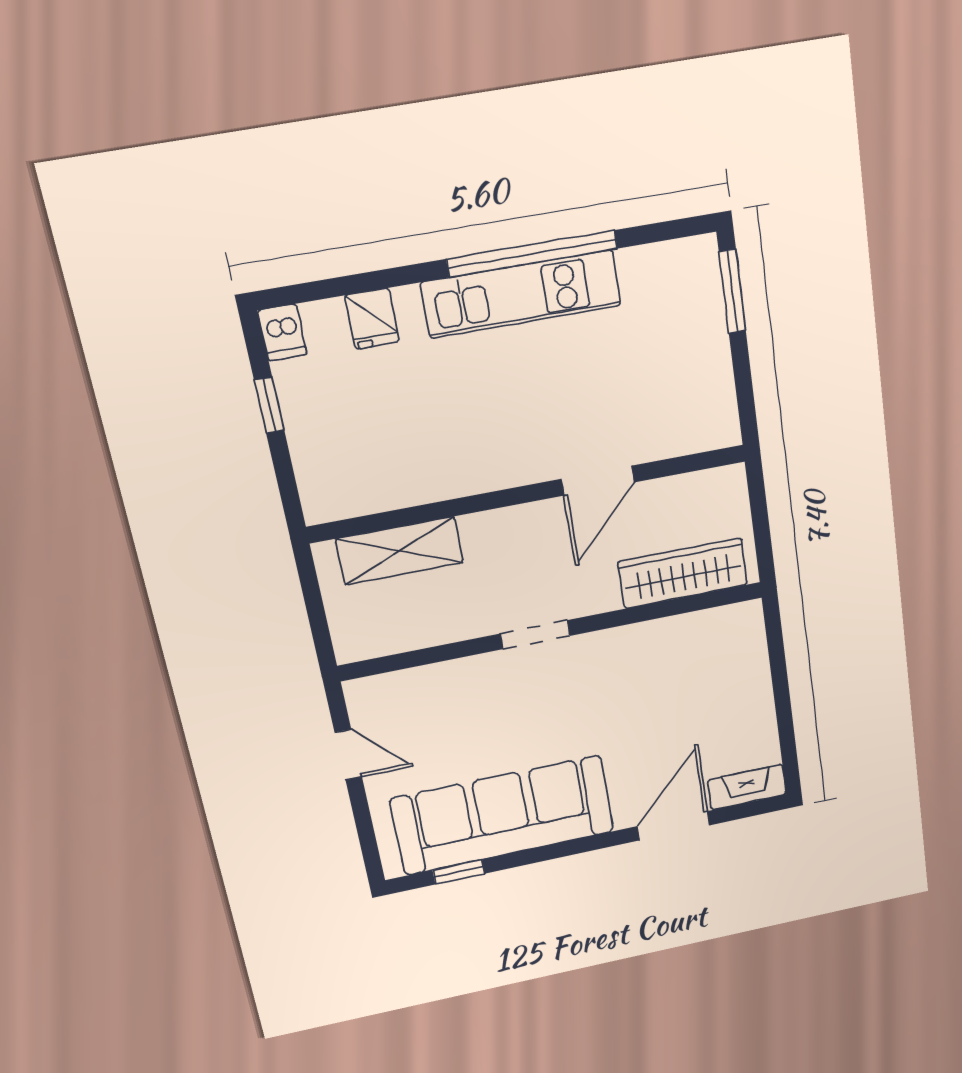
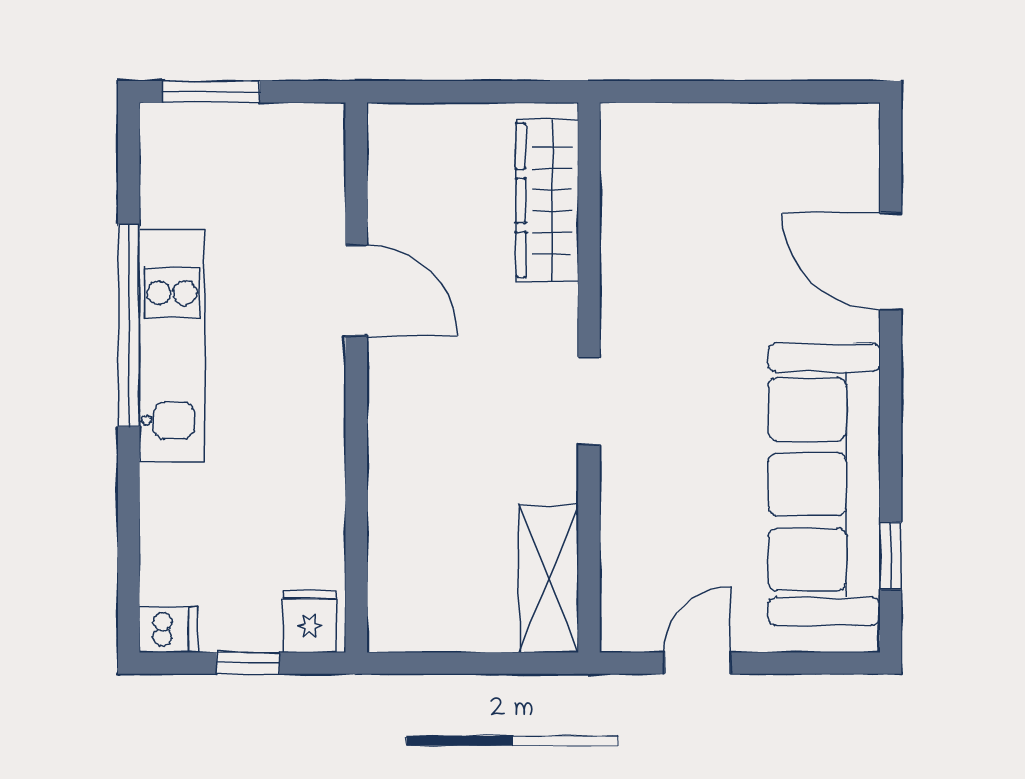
fridge: (372, 319) -> (309, 621), moved, turned -90
door: (598, 481) -> (356, 290), moved
wall: (529, 494) -> (356, 377), moved
shelving: (400, 551) -> (549, 579), moved
fireplace: (747, 787) -> (858, 155), removed

